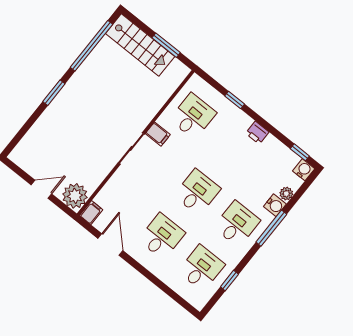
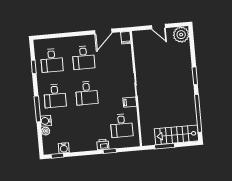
printer: (257, 133) -> (103, 144), moved
water cooler: (304, 170) -> (64, 148), moved
door: (41, 189) -> (158, 27), hinge flipped
plant: (75, 196) -> (181, 35), moved
door: (110, 245) -> (103, 32), hinge flipped

